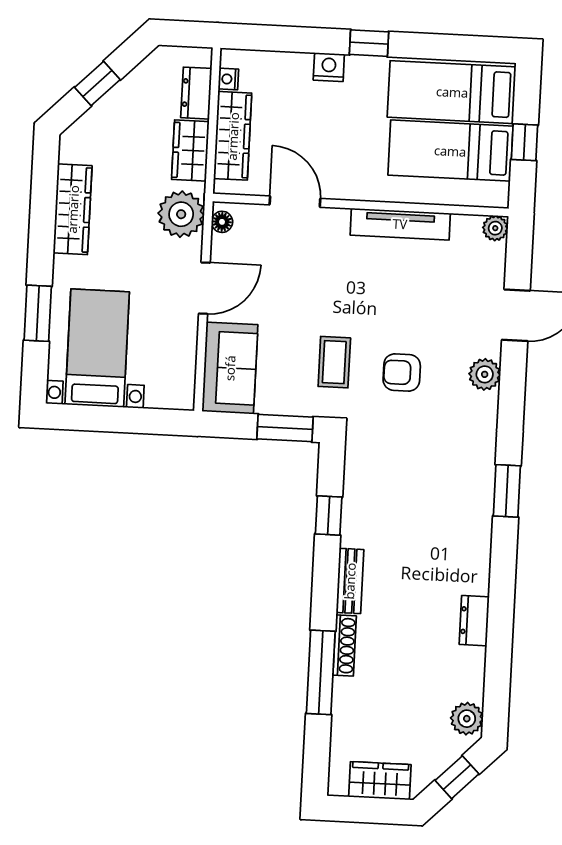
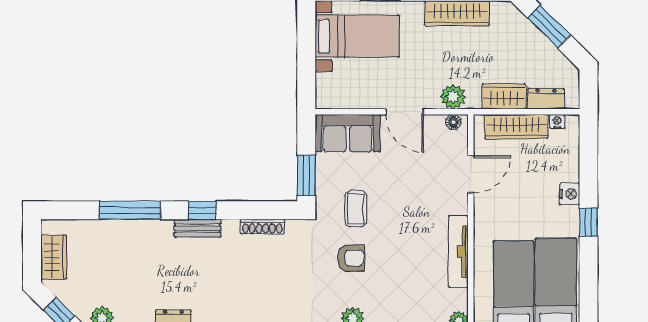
window: (97, 83) -> (549, 27), width x1.50
plant: (181, 214) -> (453, 97), width x0.73, depth x0.73
coffee table: (334, 362) -> (356, 209), turned 90
armchair: (402, 373) -> (351, 258), turned 90
window: (329, 516) -> (202, 210), moved
shoe rack: (345, 646) -> (262, 227), moved

